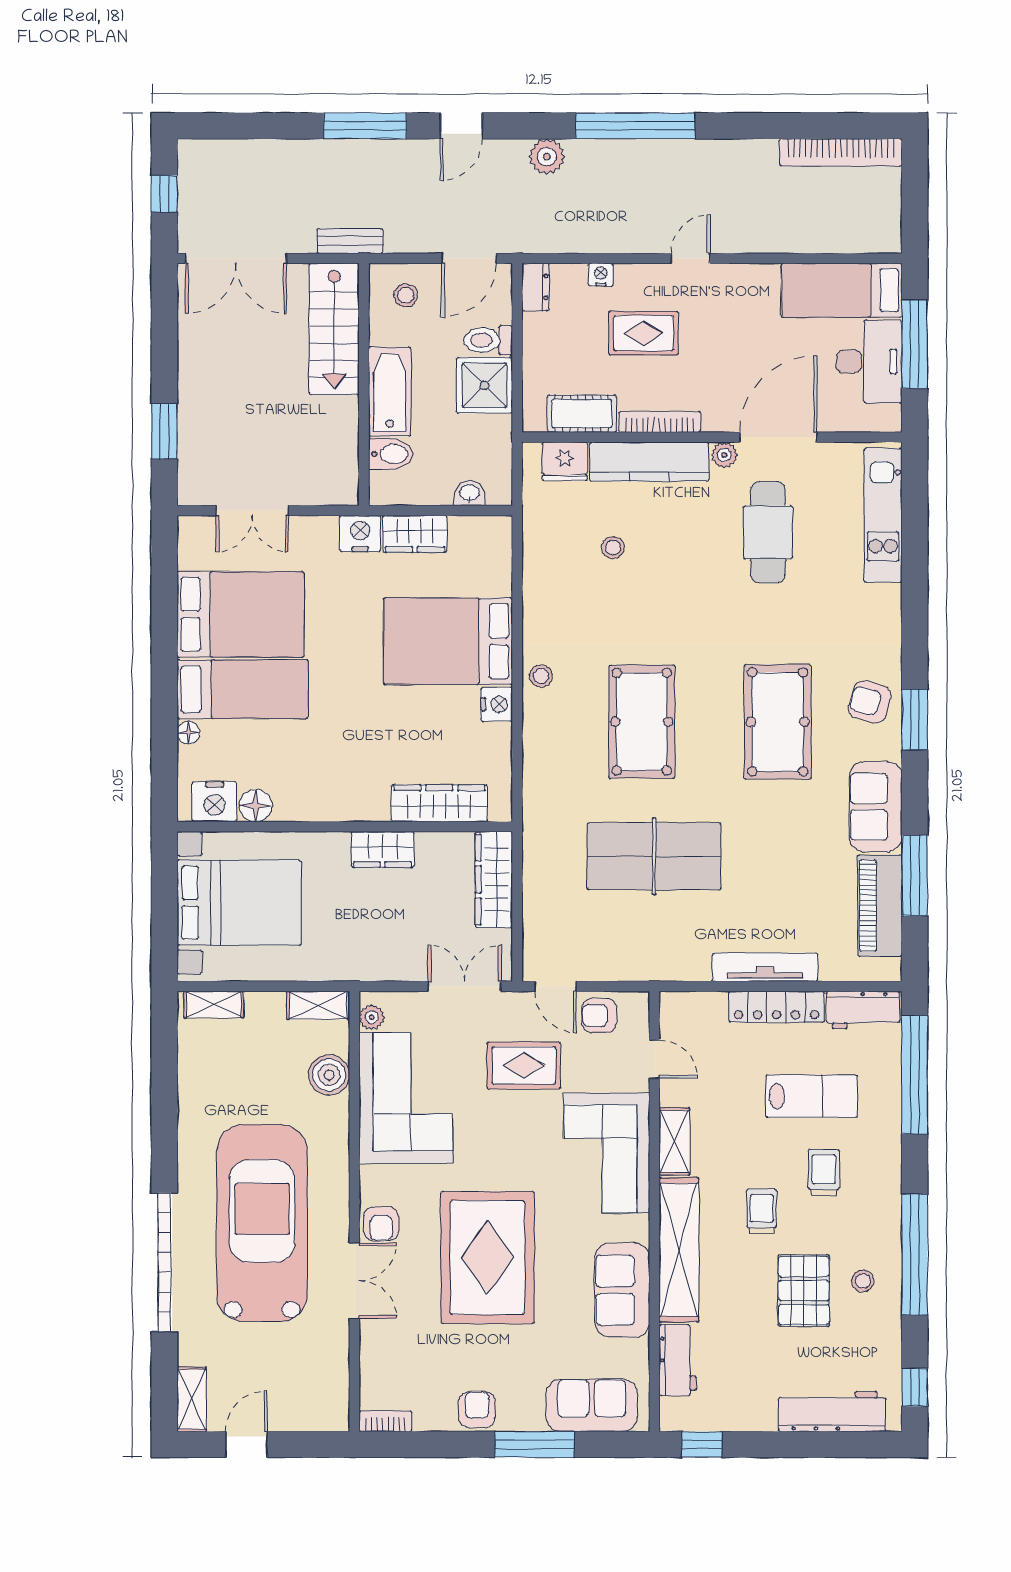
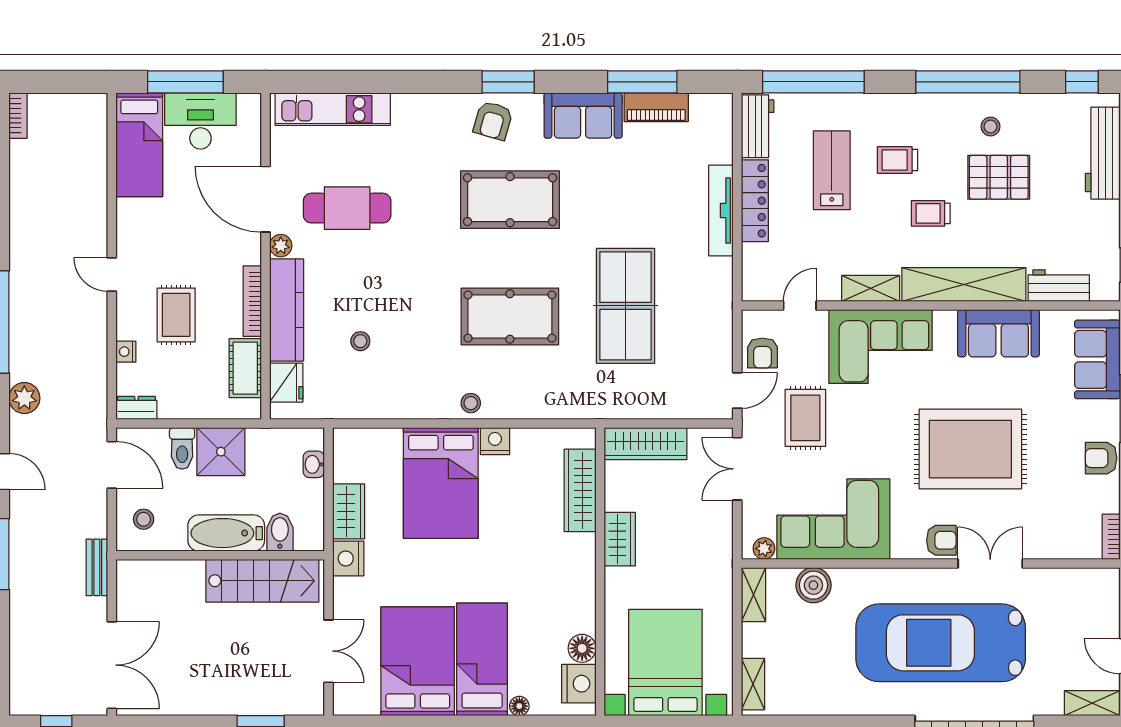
bookcase: (841, 152) -> (18, 116), width x0.43, depth x0.76
stairs: (334, 329) -> (262, 581), moved
piano: (880, 906) -> (656, 107), width x0.73, depth x0.75

